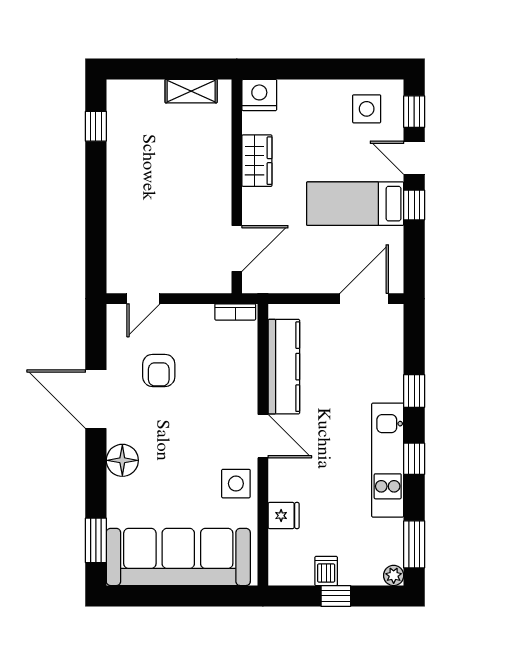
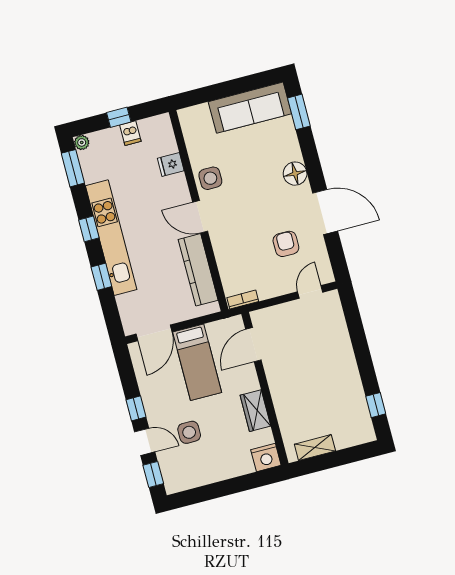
side table: (367, 109) -> (189, 432), moved
bed: (355, 204) -> (197, 362), moved, turned 90
kitchen unit: (388, 460) -> (111, 238), width x1.36
sofa: (178, 557) -> (250, 108), width x0.74, depth x0.79

